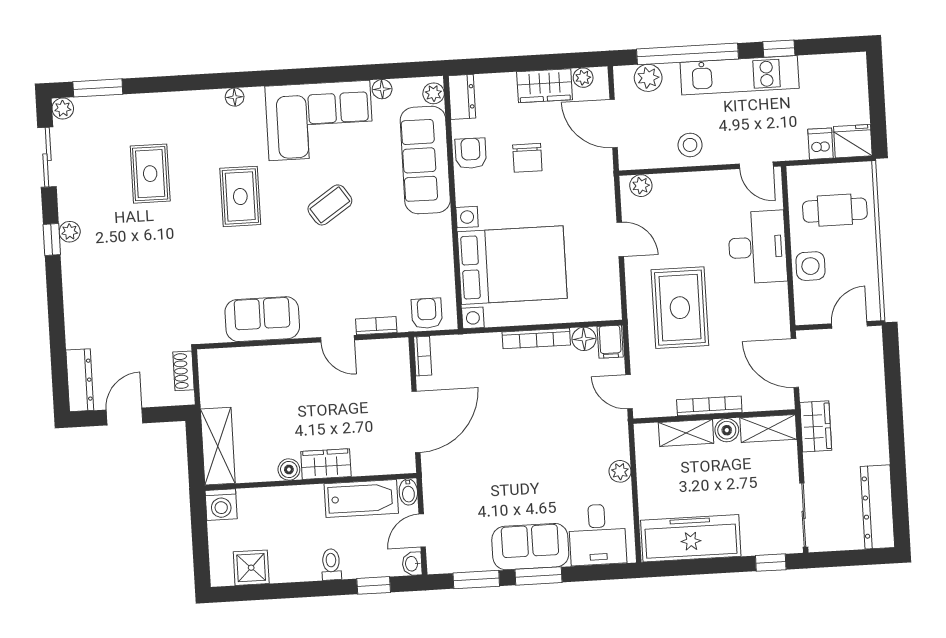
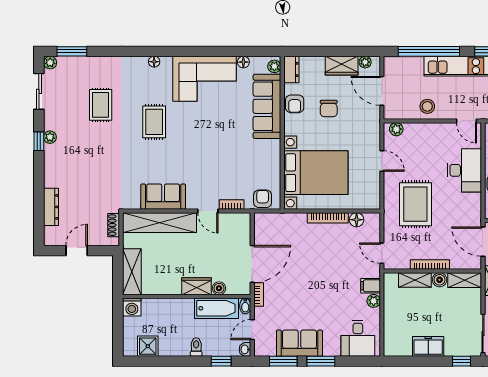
plant: (648, 78) -> (404, 64), removed
armchair: (471, 153) -> (295, 104), turned 180
coffee table: (330, 205) -> (208, 130), removed
filing cabinet: (610, 342) -> (371, 286), moved, turned 90
bookcase: (423, 356) -> (259, 295), moved
shelving: (259, 363) -> (160, 223), added
dresser: (80, 380) -> (51, 207), moved
boiler: (289, 469) -> (219, 288), moved
freezer: (691, 538) -> (428, 346), width x0.52, depth x0.79
sofa: (530, 547) -> (299, 343), moved

